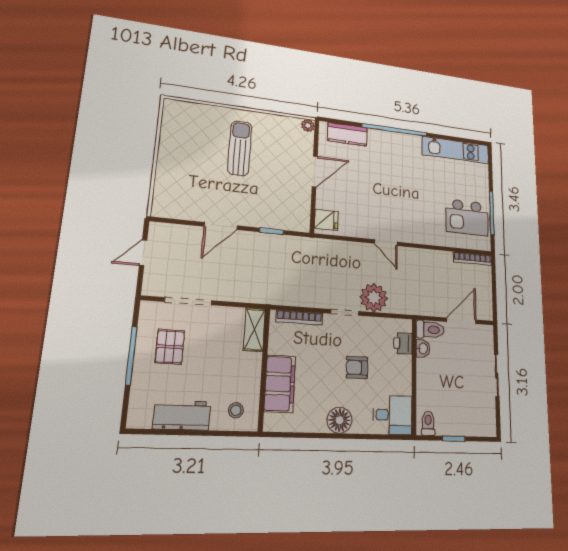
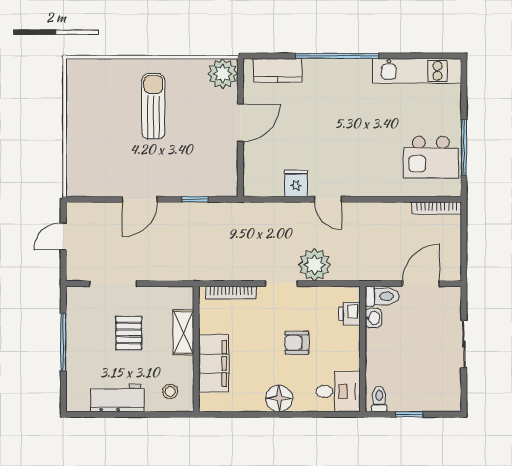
plant: (308, 125) -> (223, 74), width x1.88, depth x1.88
fridge: (326, 220) -> (296, 183), moved, turned -90
shelving: (254, 330) -> (183, 332), moved
pallet: (170, 347) -> (129, 333), moved

